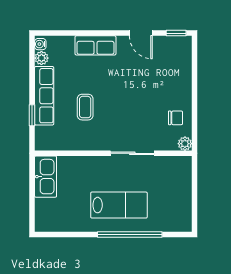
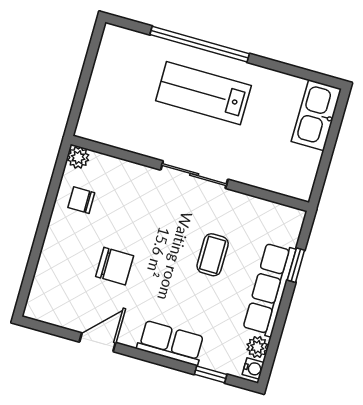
door: (141, 33) -> (97, 342), hinge flipped
window: (176, 33) -> (211, 374), moved
chair: (143, 83) -> (115, 266), added
sliding door: (132, 153) -> (194, 175), moved
kitchen sink: (46, 177) -> (316, 115), moved

